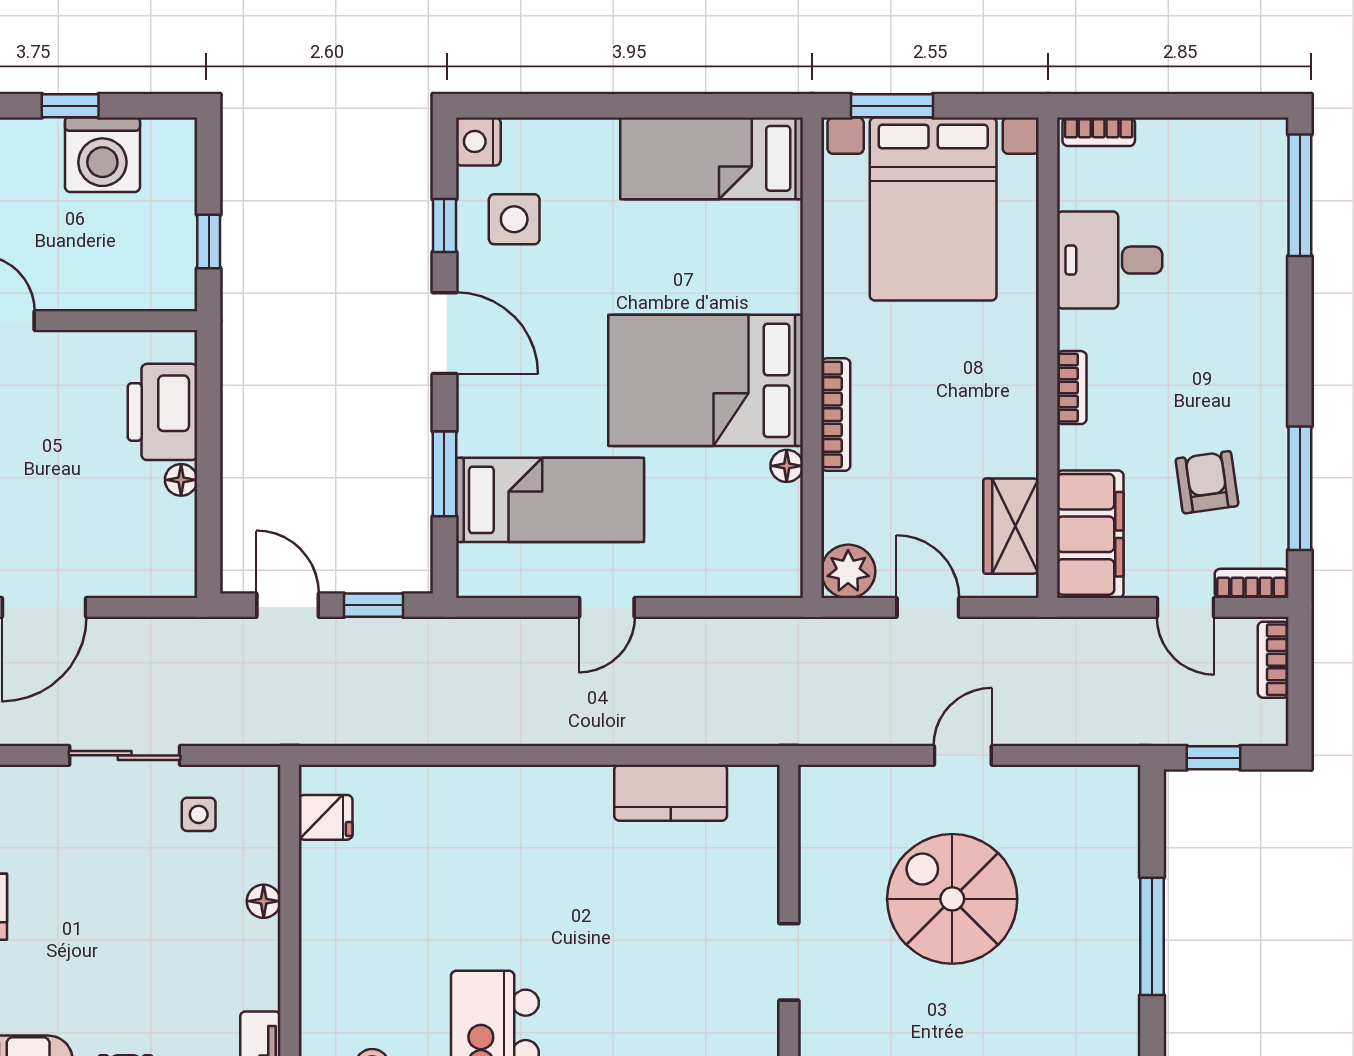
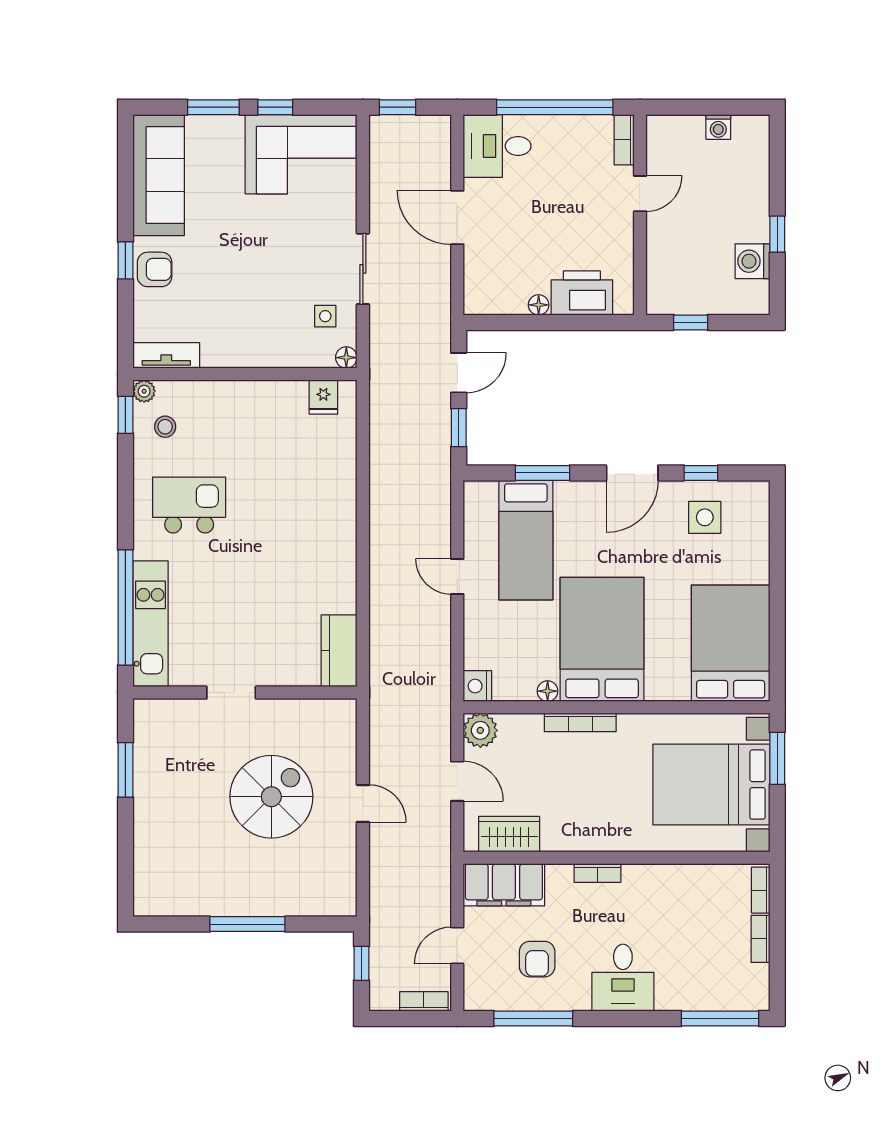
nightstand: (478, 141) -> (477, 686), moved, turned -90
washing machine: (102, 155) -> (752, 261), width x0.73, depth x0.73
bed: (712, 158) -> (731, 643), width x1.50
desk: (1110, 260) -> (623, 978), moved, turned 180
armchair: (1207, 482) -> (537, 959), turned 98
bookcase: (1252, 583) -> (760, 939), moved, turned 180
door: (928, 607) -> (457, 781), hinge flipped
kitchen counter: (671, 793) -> (339, 651), moved
floor lamp: (264, 901) -> (346, 358), moved

